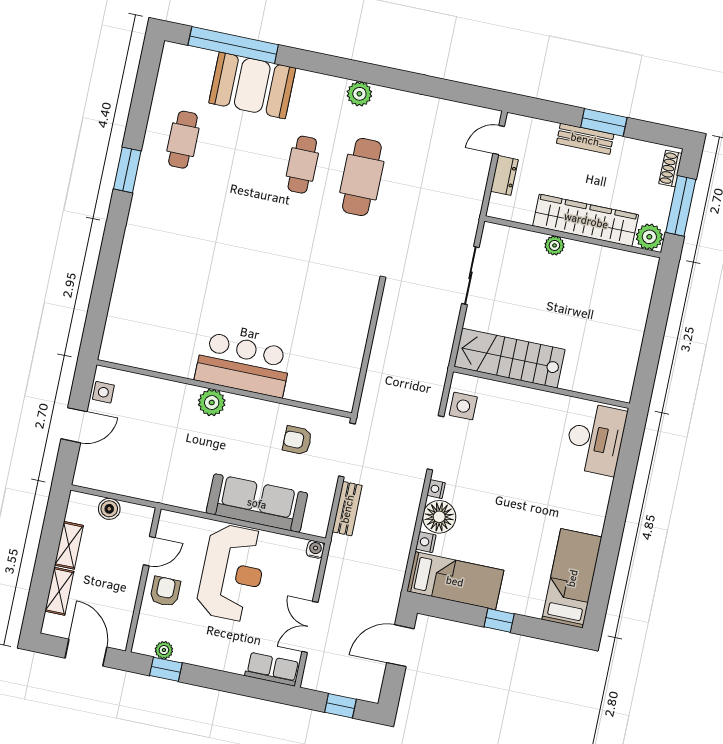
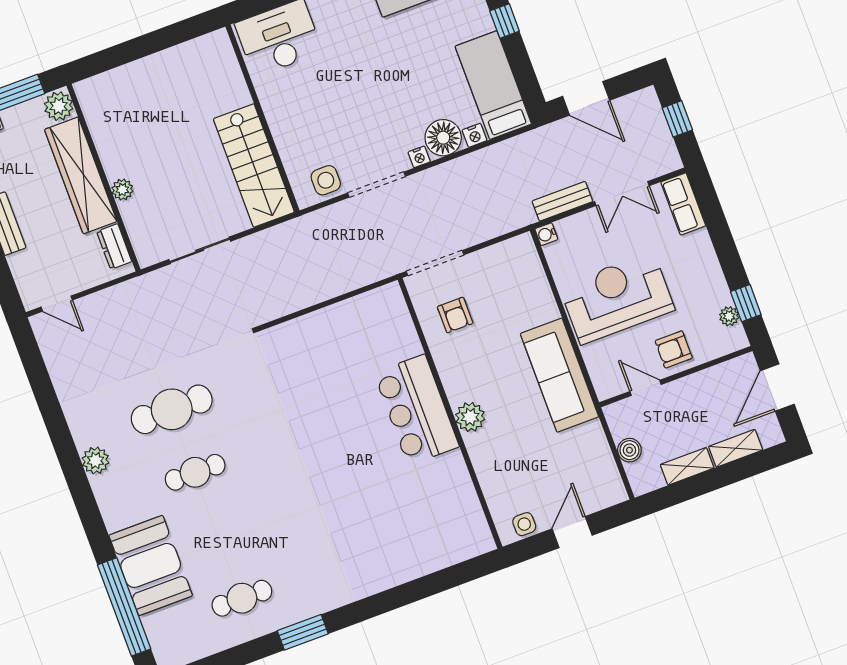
dresser: (504, 175) -> (114, 246), moved, turned -90
door: (74, 425) -> (572, 532), hinge flipped
sofa: (257, 503) -> (559, 375), moved
bench: (347, 509) -> (562, 201), moved

